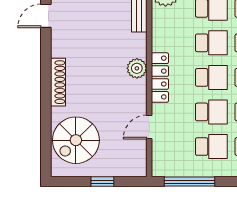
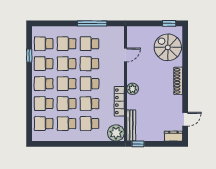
locker: (160, 78) -> (119, 101), moved
spiral stairs: (76, 140) -> (168, 47), turned -90
window: (102, 182) -> (169, 23), moved
window: (189, 182) -> (92, 23), moved

